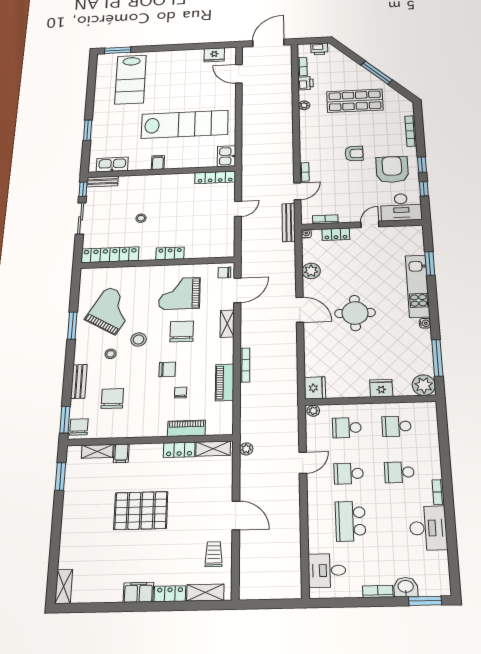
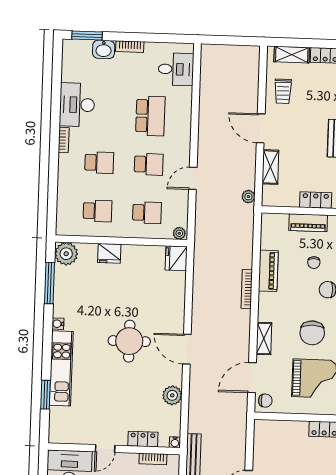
shelving: (213, 449) -> (270, 167), moved, turned 90

